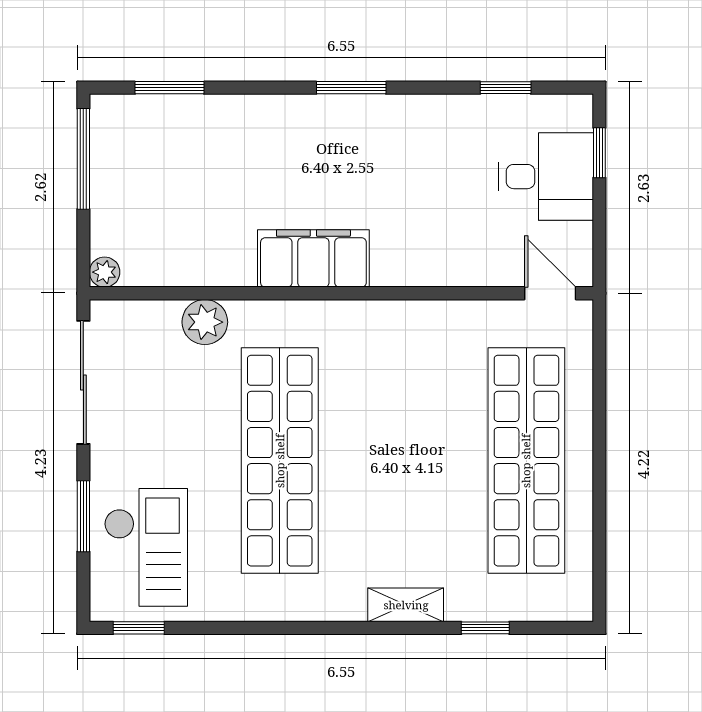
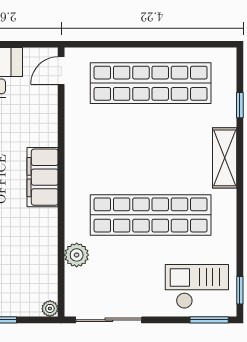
filing cabinet: (313, 258) -> (43, 177), moved
window: (83, 516) -> (209, 320), moved
shelving: (406, 605) -> (225, 158), width x1.50, depth x1.33

